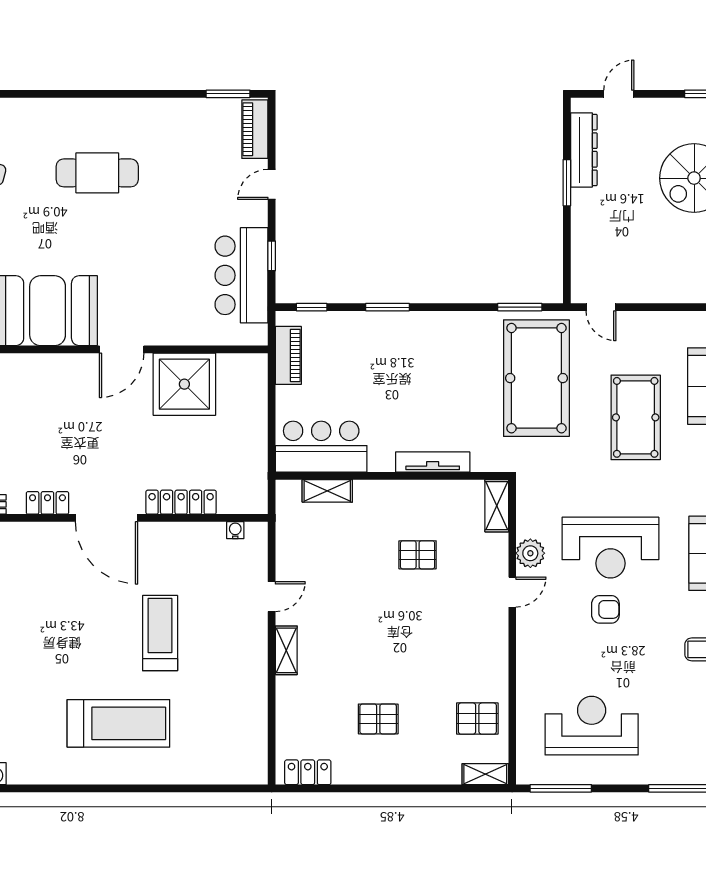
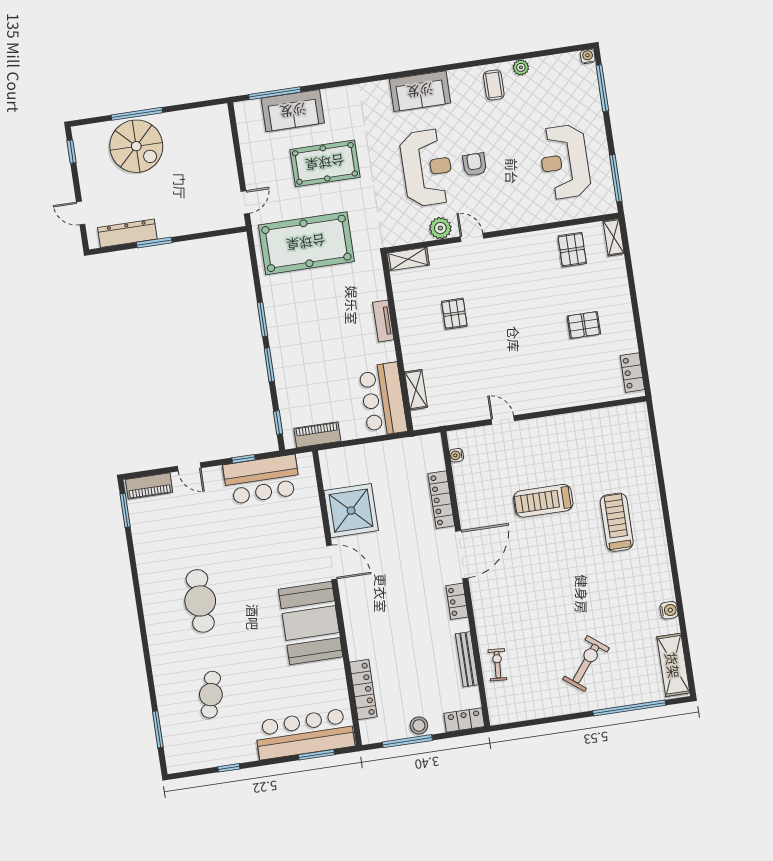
window: (520, 307) -> (263, 319), moved
tv unit: (433, 462) -> (383, 321), width x0.71
shelving: (286, 650) -> (542, 403), removed
pallet: (378, 719) -> (584, 325), turned 90
treadmill: (118, 723) -> (617, 522), width x0.73, depth x0.73

